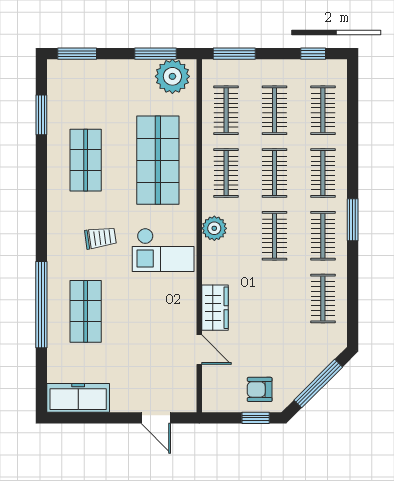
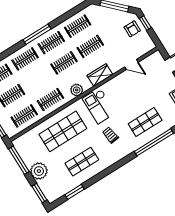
window: (155, 54) -> (19, 160), width x1.44
plant: (172, 76) -> (39, 171), moved
clothes rail: (274, 173) -> (90, 46), moved
window: (353, 220) -> (37, 34), width x1.44
checkout: (163, 250) -> (99, 106), turned 180
wardrobe: (215, 308) -> (100, 75), moved
door: (199, 350) -> (131, 65), swing flipped

